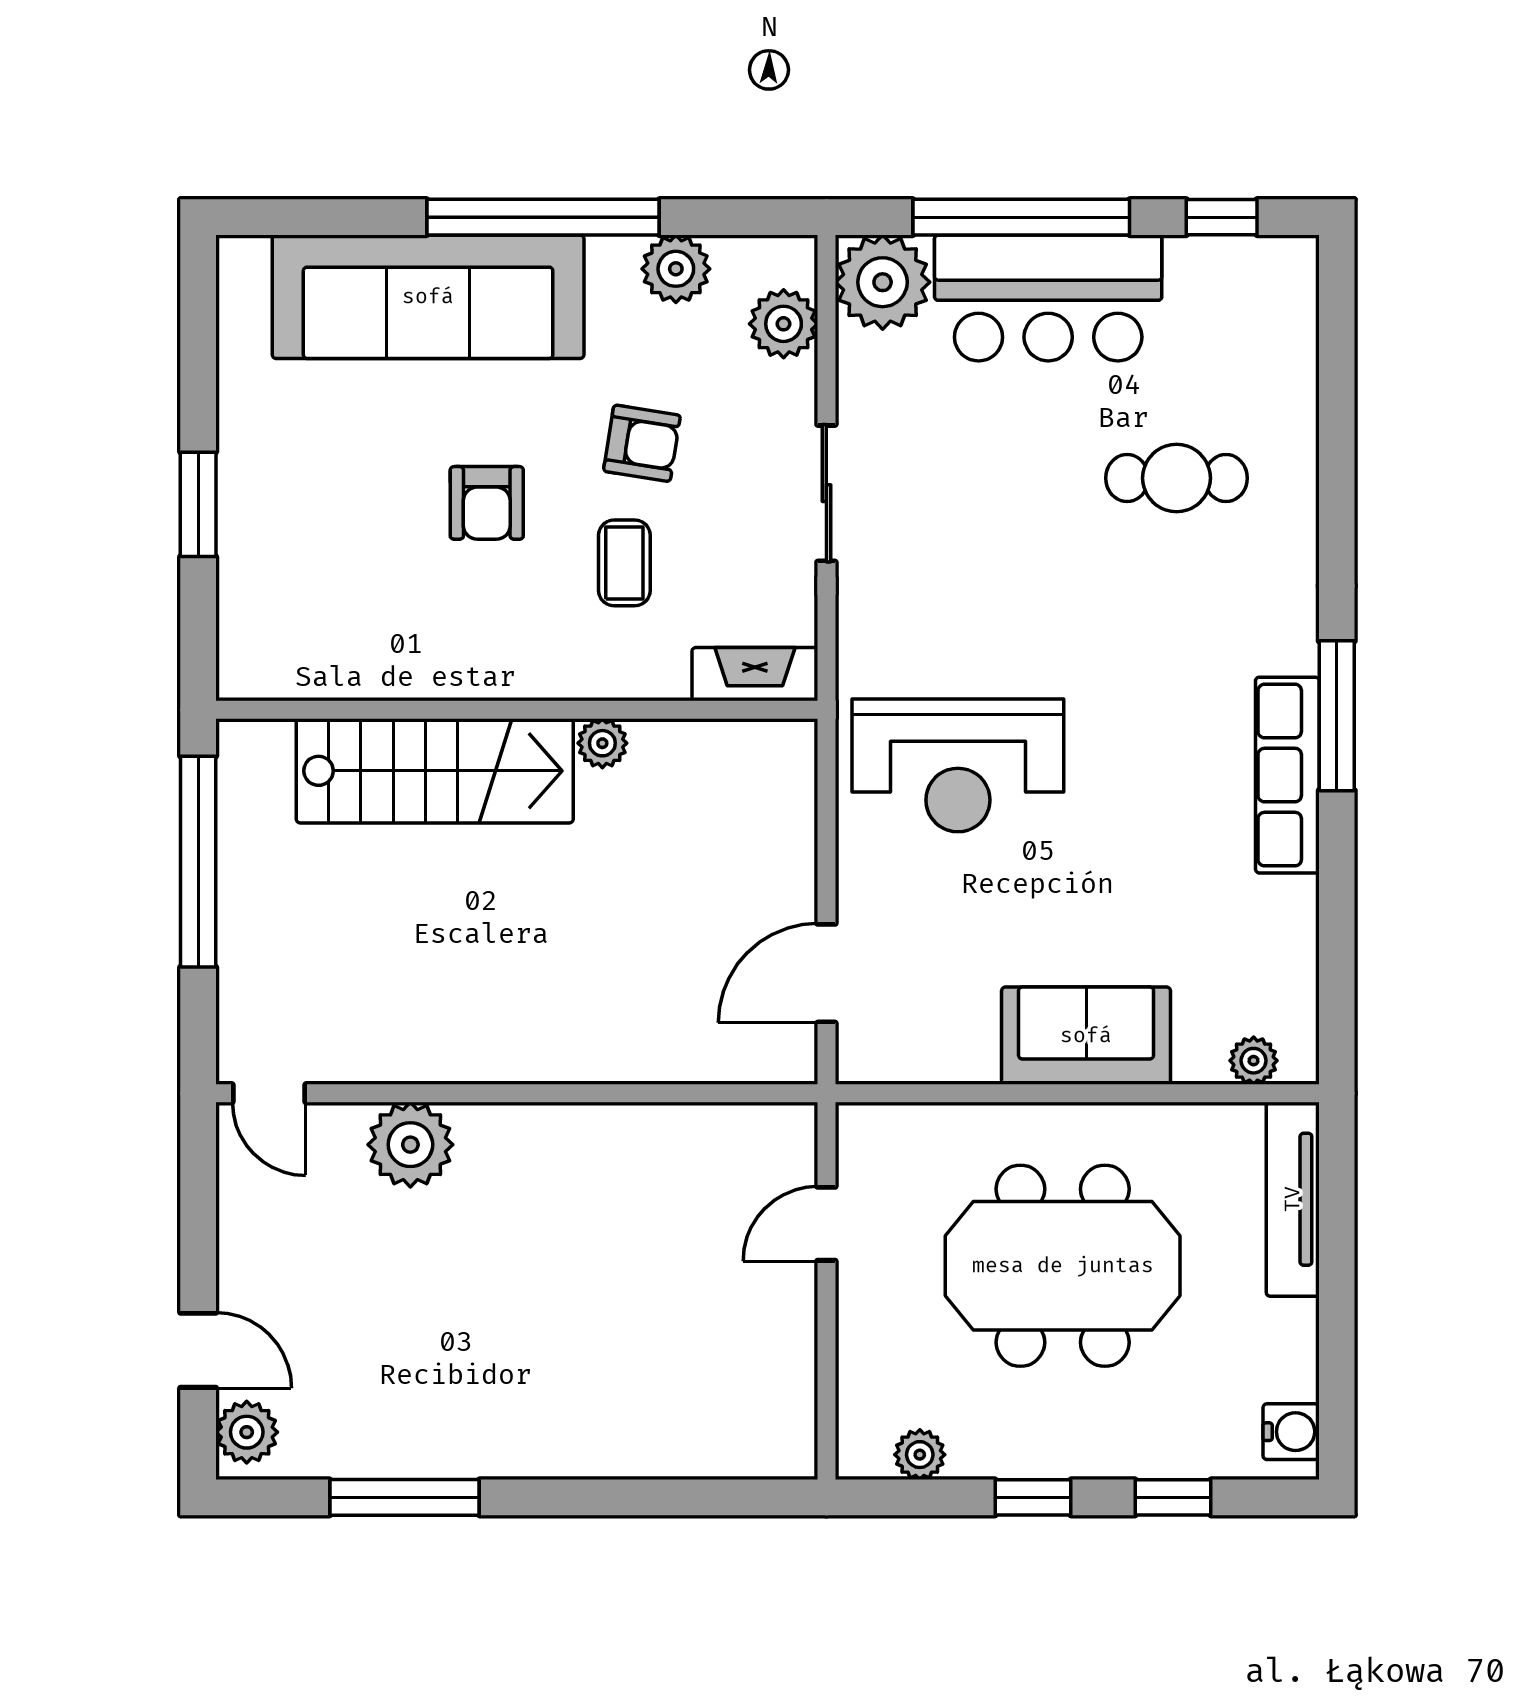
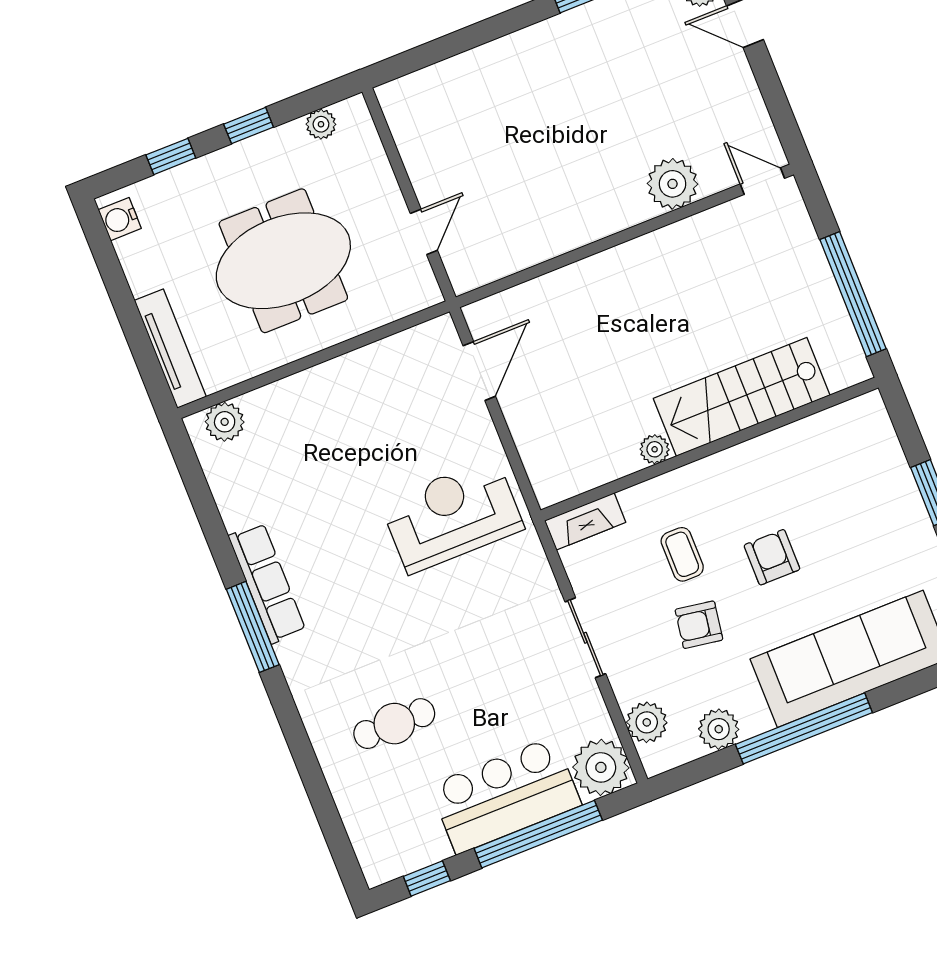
sofa: (1086, 1036) -> (321, 394), removed
plant: (1254, 1061) -> (225, 422), width x1.38, depth x1.38

